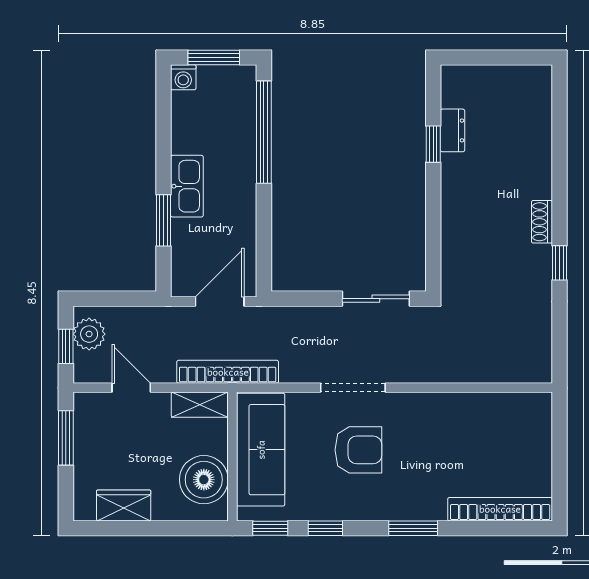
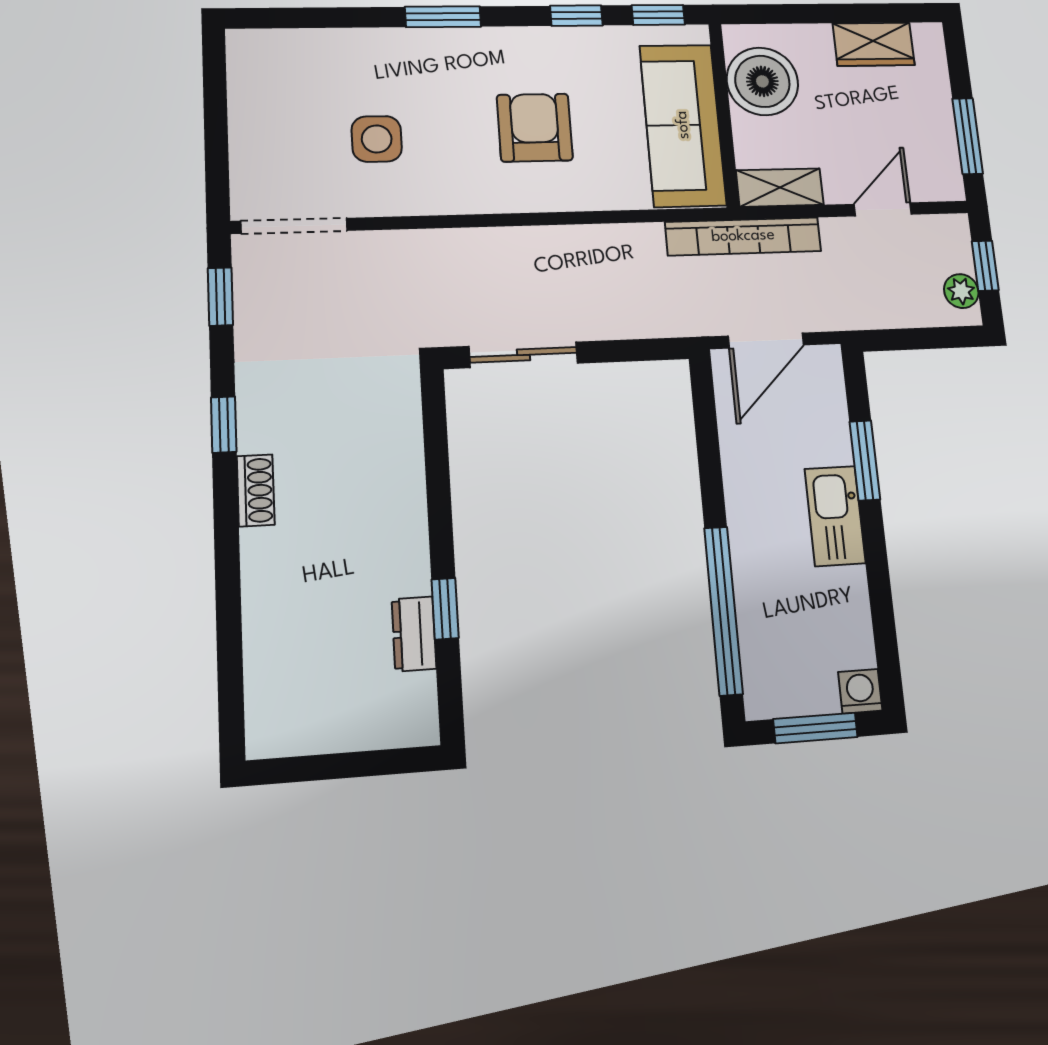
plant: (89, 334) -> (961, 291), width x0.73, depth x0.73
window: (560, 343) -> (220, 297), added
door: (131, 388) -> (883, 209), swing flipped
doorway: (353, 388) -> (294, 226), moved
side table: (460, 444) -> (377, 139), added
armchair: (358, 450) -> (535, 128), turned 90
bookcase: (500, 509) -> (309, 45), removed

